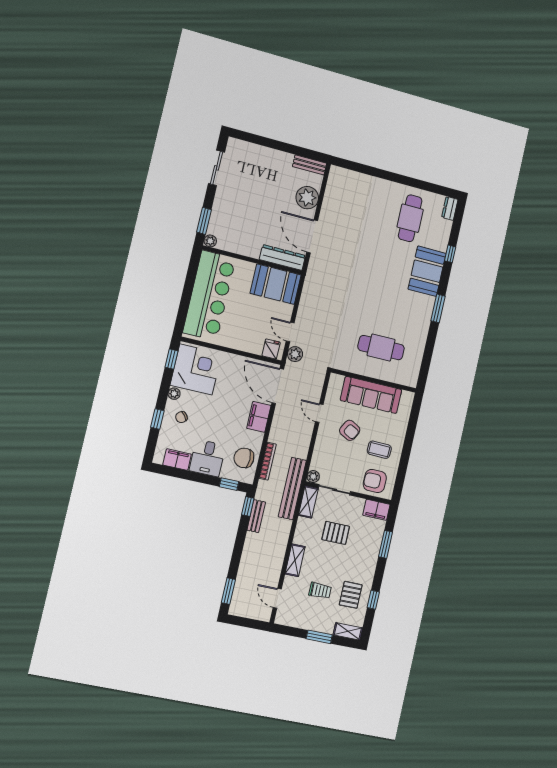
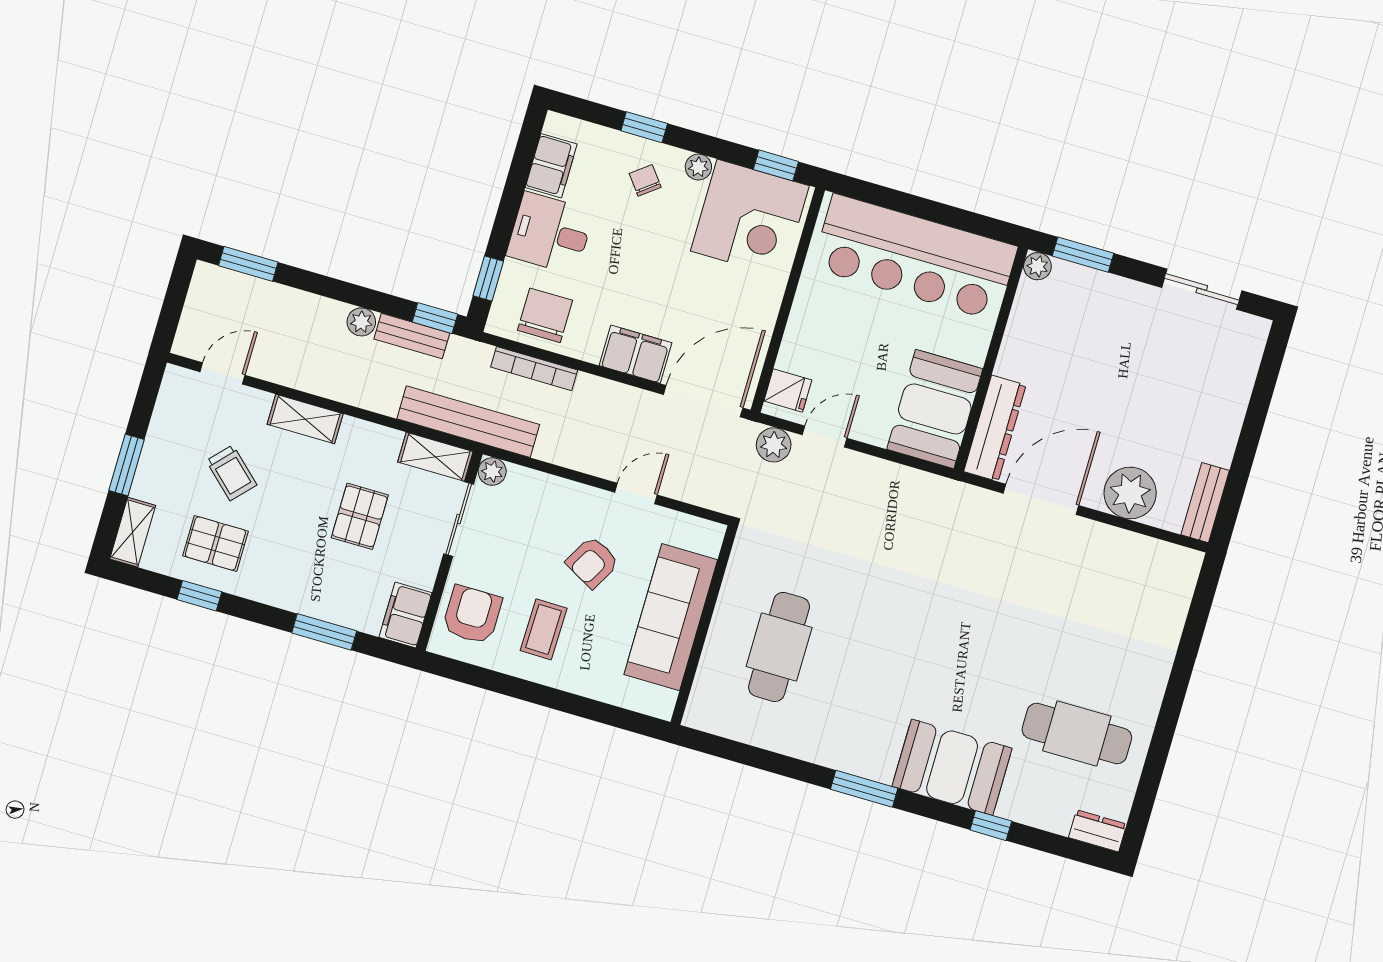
plant: (251, 539) -> (361, 322), added
trolley: (320, 591) -> (231, 473), turned -47

